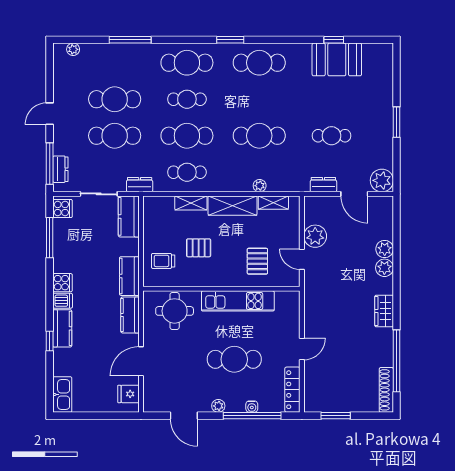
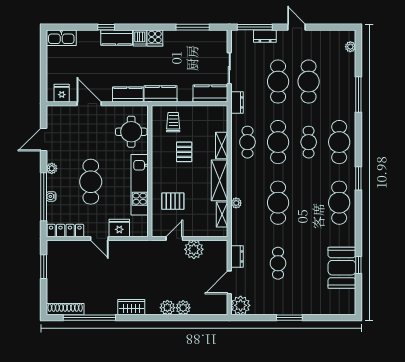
dresser: (60, 169) -> (265, 36), moved
cooker: (63, 209) -> (217, 38), removed
fridge: (290, 325) -> (119, 228), added

